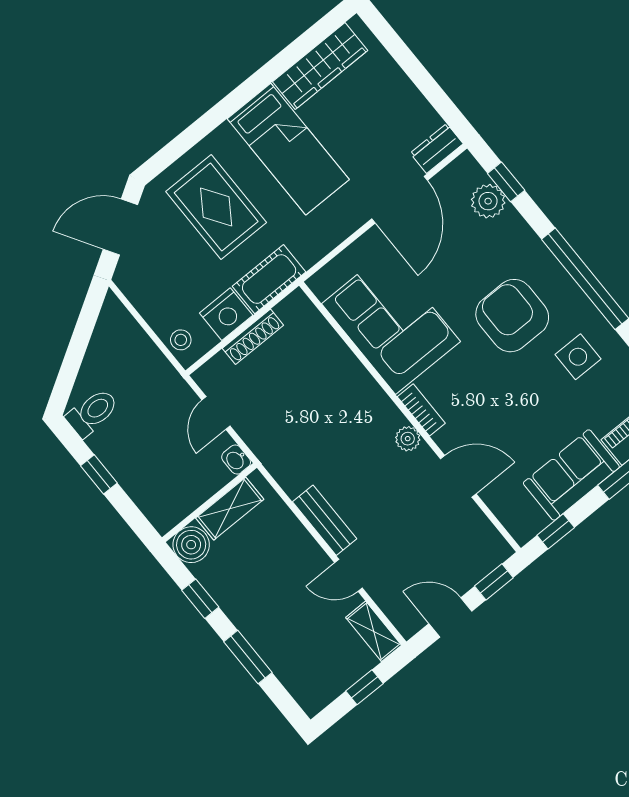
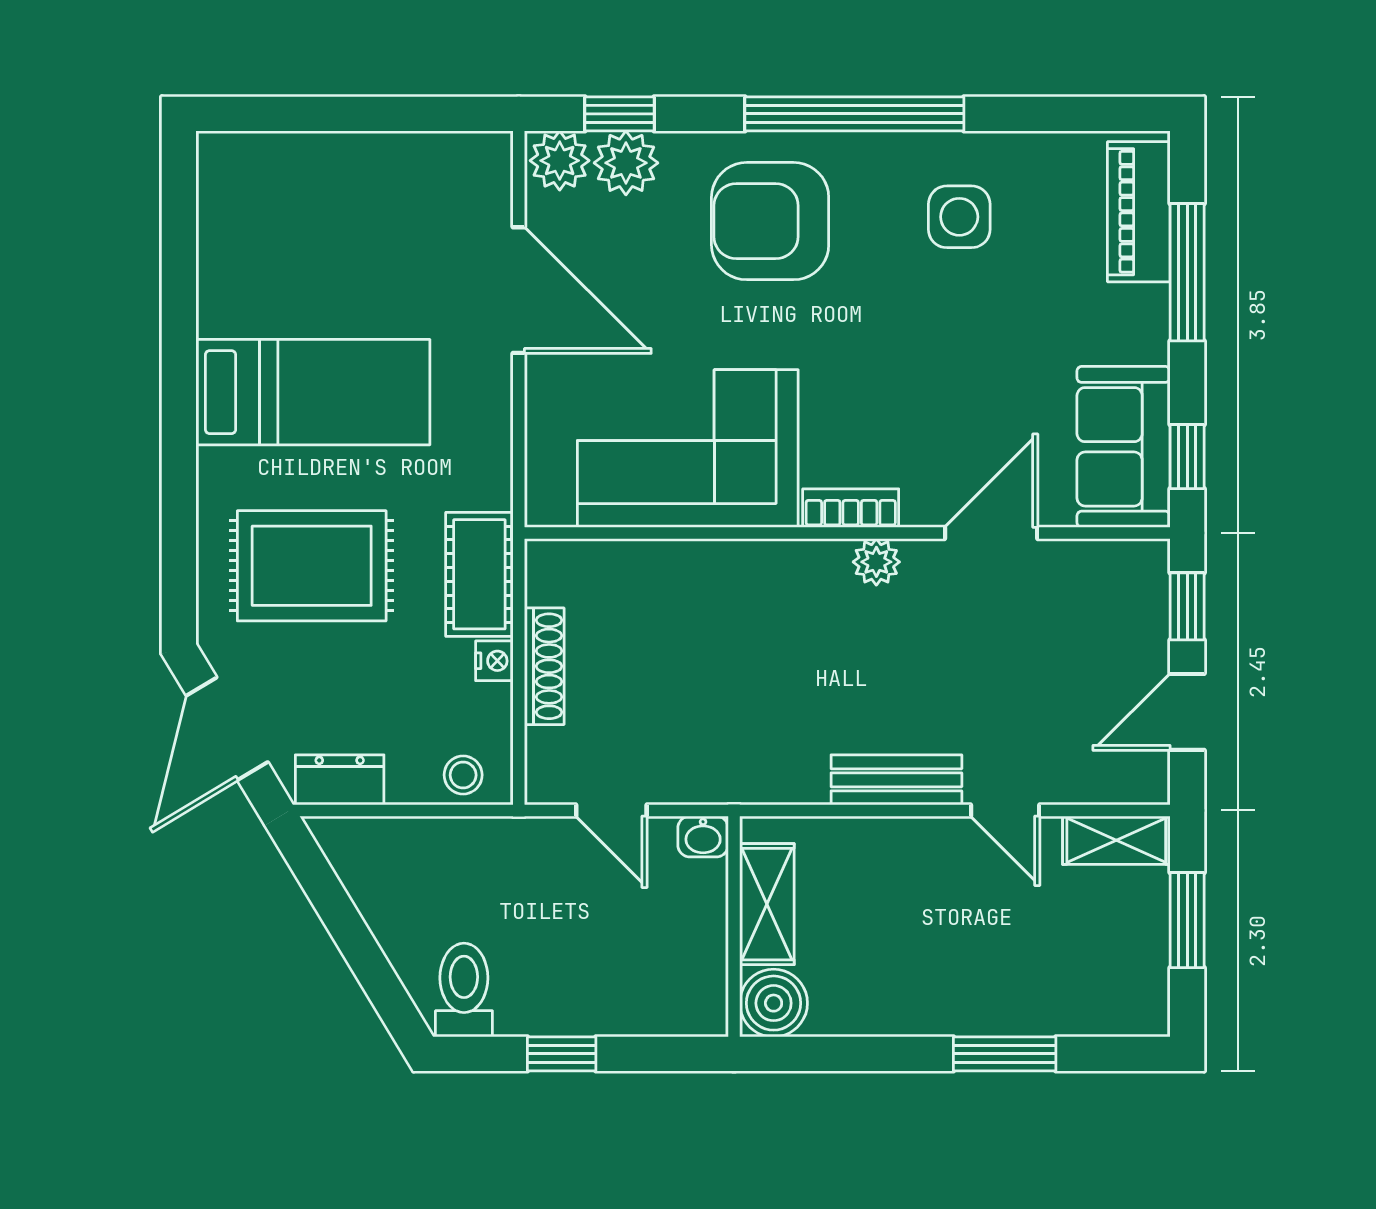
wardrobe: (320, 66) -> (230, 247), removed
dresser: (437, 148) -> (340, 780), moved, turned 90
plant: (467, 173) -> (560, 161), added
nightstand: (226, 314) -> (494, 661), width x0.53, depth x0.56
armchair: (512, 316) -> (770, 221), moved
sofa: (571, 475) -> (1124, 447), moved
door: (349, 575) -> (1005, 810), hinge flipped
window: (200, 599) -> (863, 1054), removed
window: (364, 687) -> (1187, 920), width x1.50

